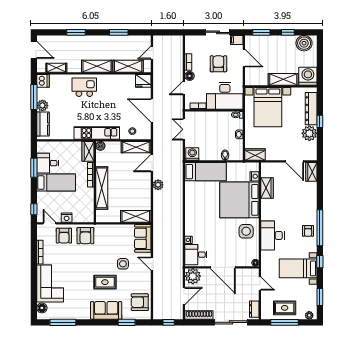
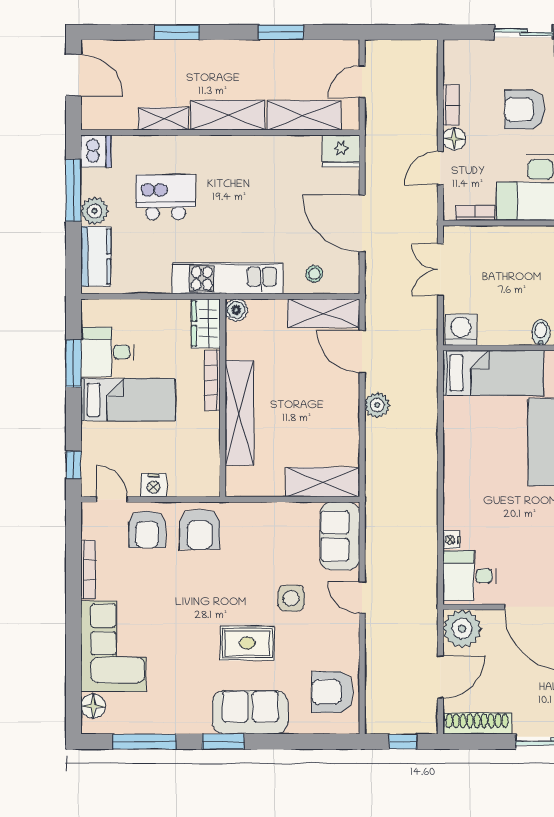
armchair: (218, 64) -> (525, 109), turned -90
shelving: (56, 68) -> (163, 119), moved
kitchen island: (84, 87) -> (165, 197), moved
door: (152, 163) -> (362, 352), hinge flipped
window: (127, 322) -> (223, 741), moved

